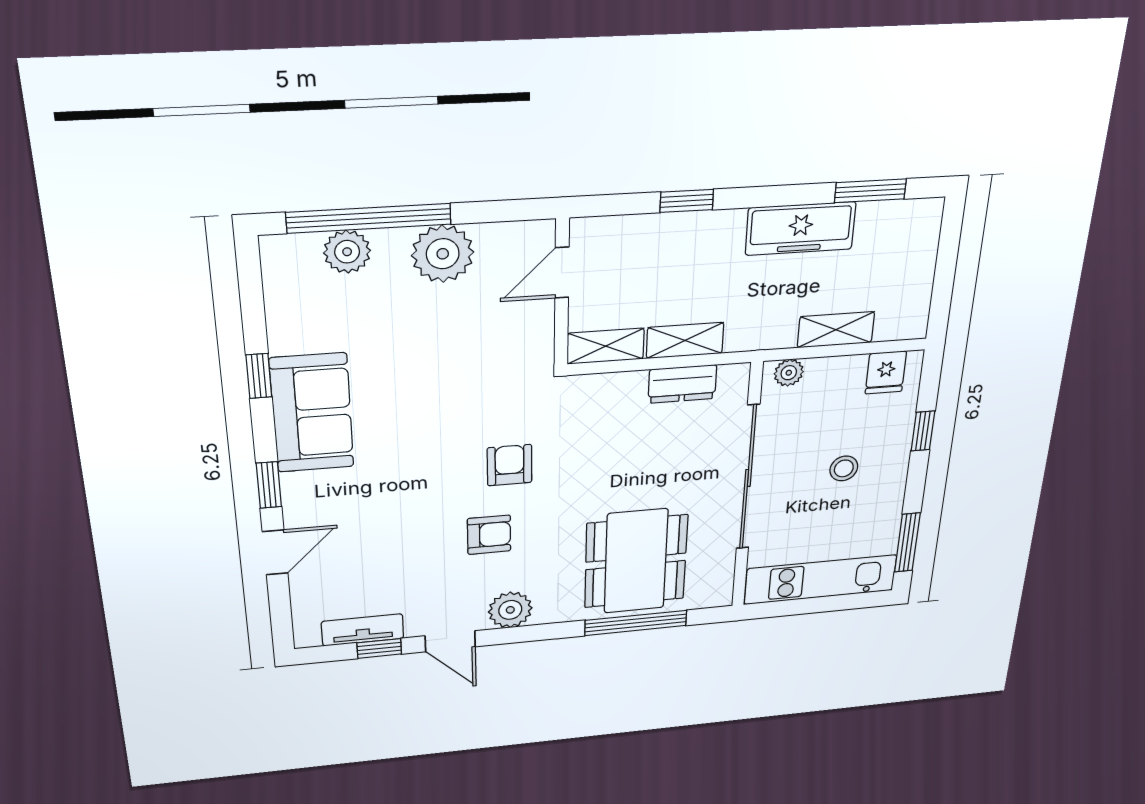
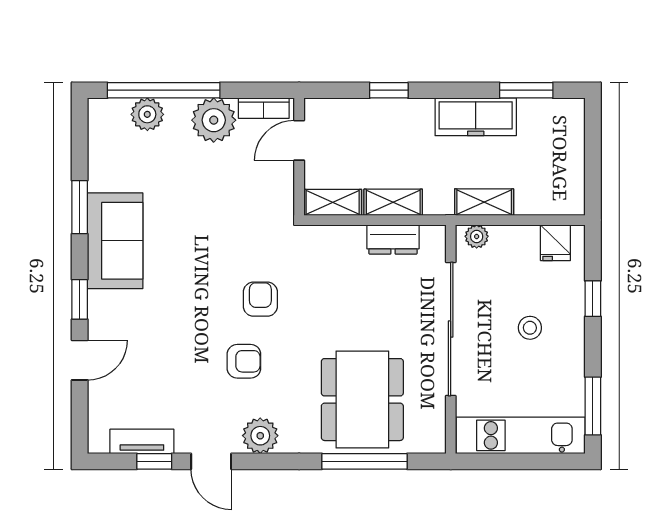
bookcase: (513, 234) -> (264, 108), added
shelving: (836, 330) -> (484, 202), moved
window: (259, 376) -> (80, 207), width x1.50

